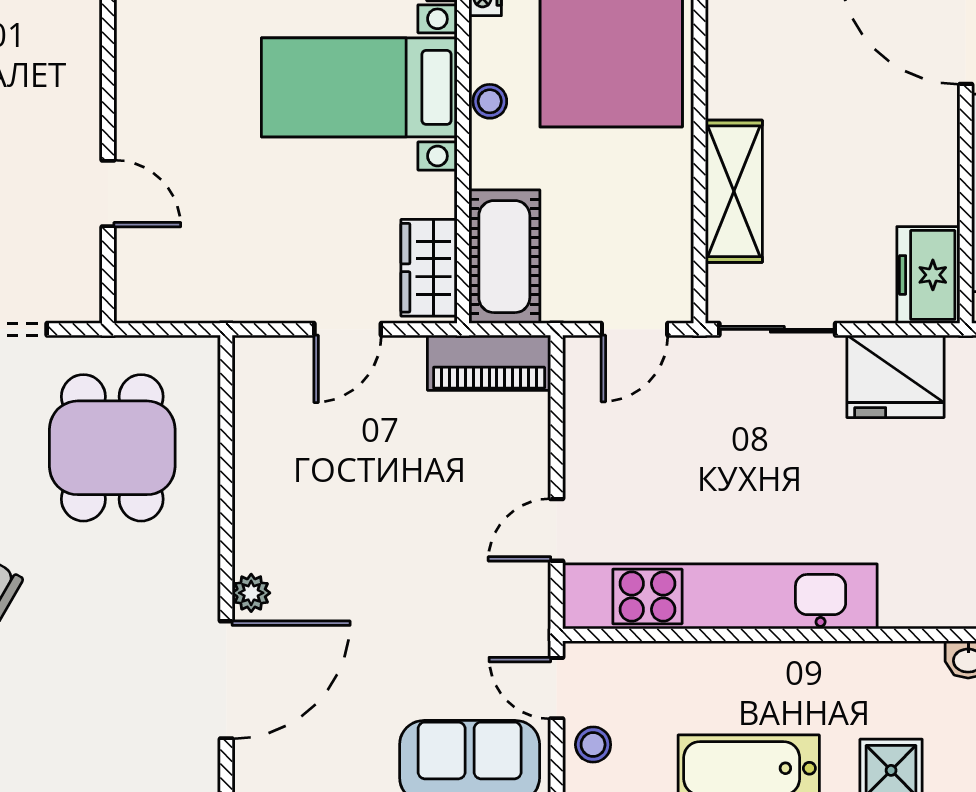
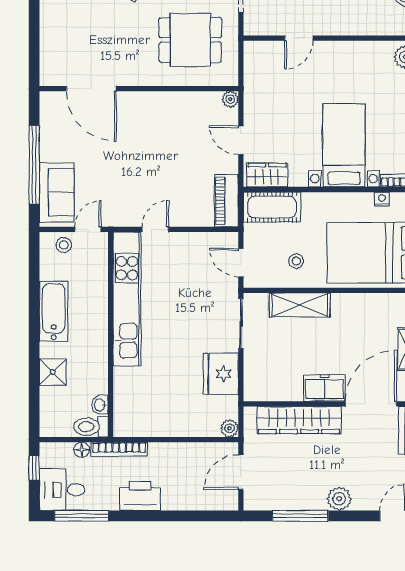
stool: (490, 101) -> (296, 261), moved
freezer: (928, 275) -> (324, 388), moved
door: (557, 530) -> (155, 229), hinge flipped
plant: (251, 593) -> (230, 99), moved

